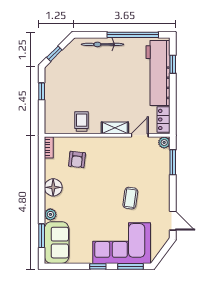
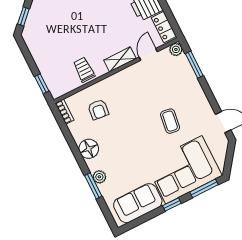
window: (42, 91) -> (42, 84), moved
window: (42, 236) -> (93, 186), moved
sofa: (57, 243) -> (138, 203), moved, turned -90

